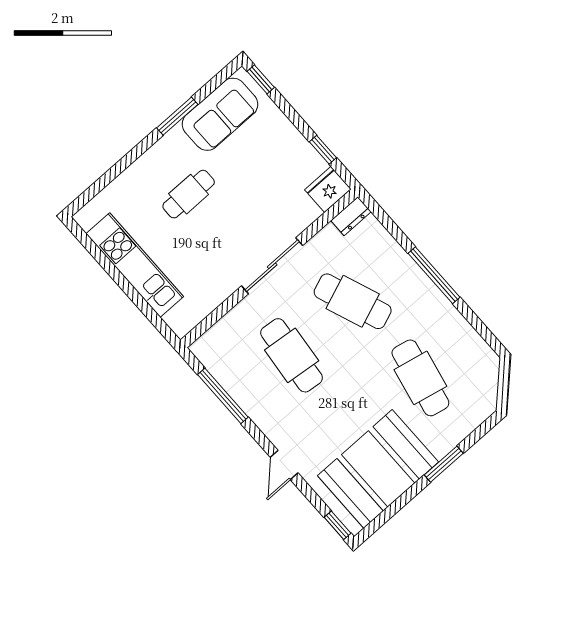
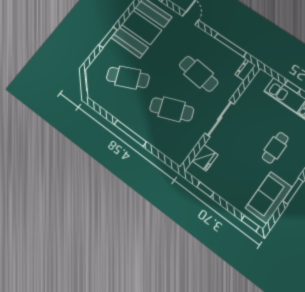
fridge: (328, 189) -> (205, 158), moved
dresser: (351, 216) -> (245, 70), moved
window: (132, 293) -> (293, 87), added
cafe table: (420, 378) -> (128, 78), turned -36

